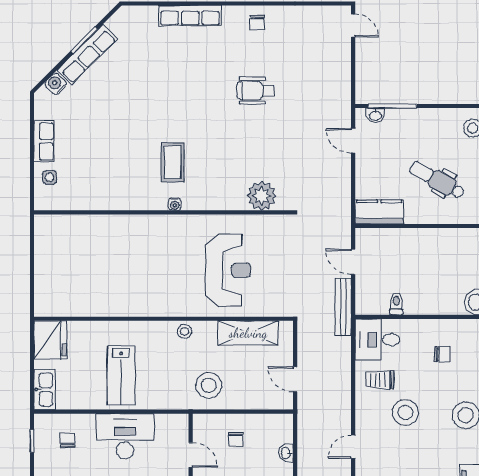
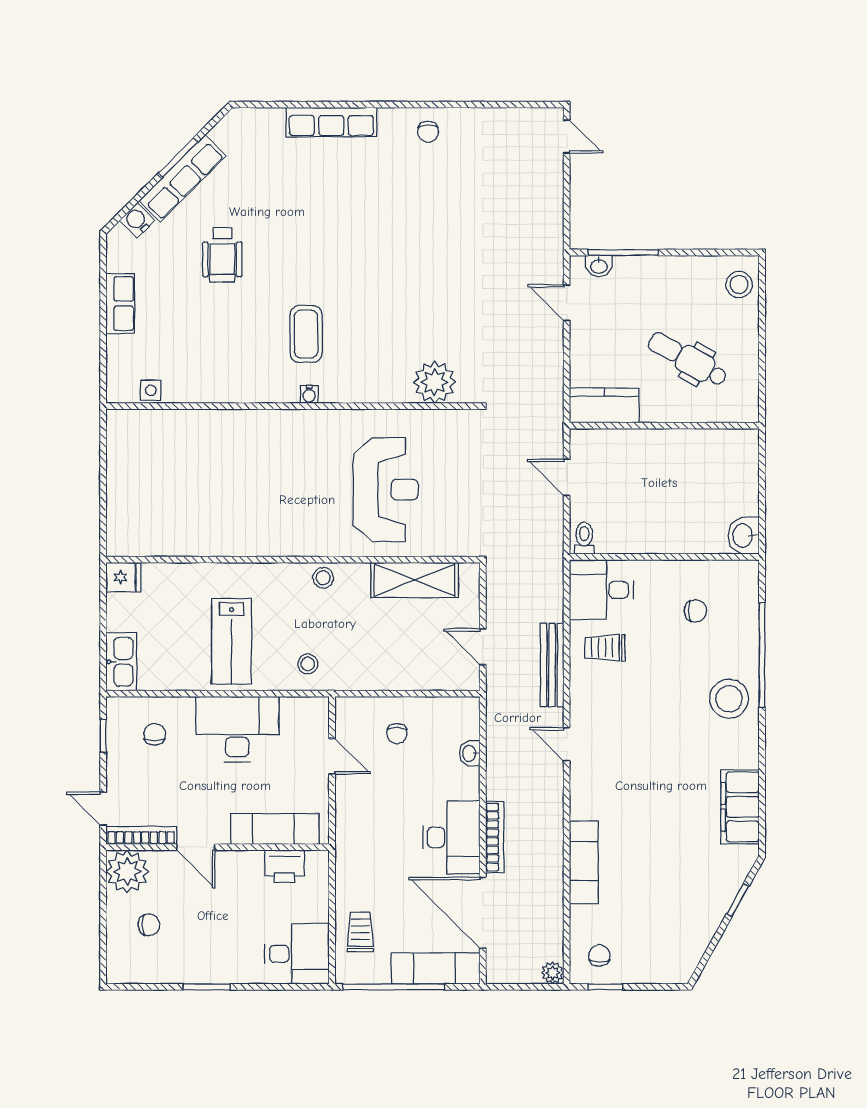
wheelchair: (255, 91) -> (222, 255), moved, turned -90
side table: (49, 177) -> (151, 390), moved
toilet: (396, 304) -> (584, 538), moved
bench: (343, 307) -> (552, 665), moved
fridge: (50, 340) -> (123, 577), width x0.53, depth x0.75
stool: (209, 385) -> (308, 664), moved, width x0.53, depth x0.53
stool: (405, 413) -> (642, 695), removed
door: (353, 447) -> (567, 744), hinge flipped

